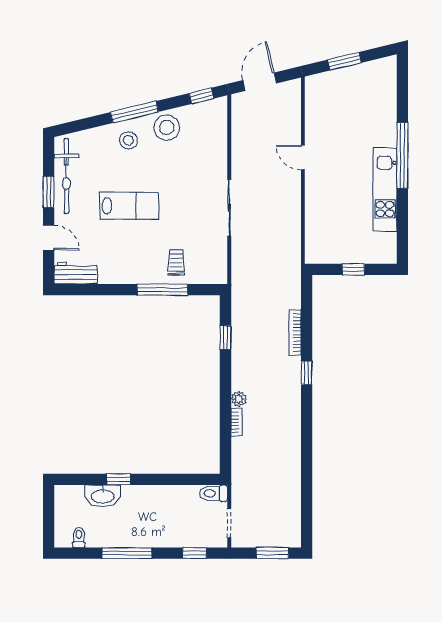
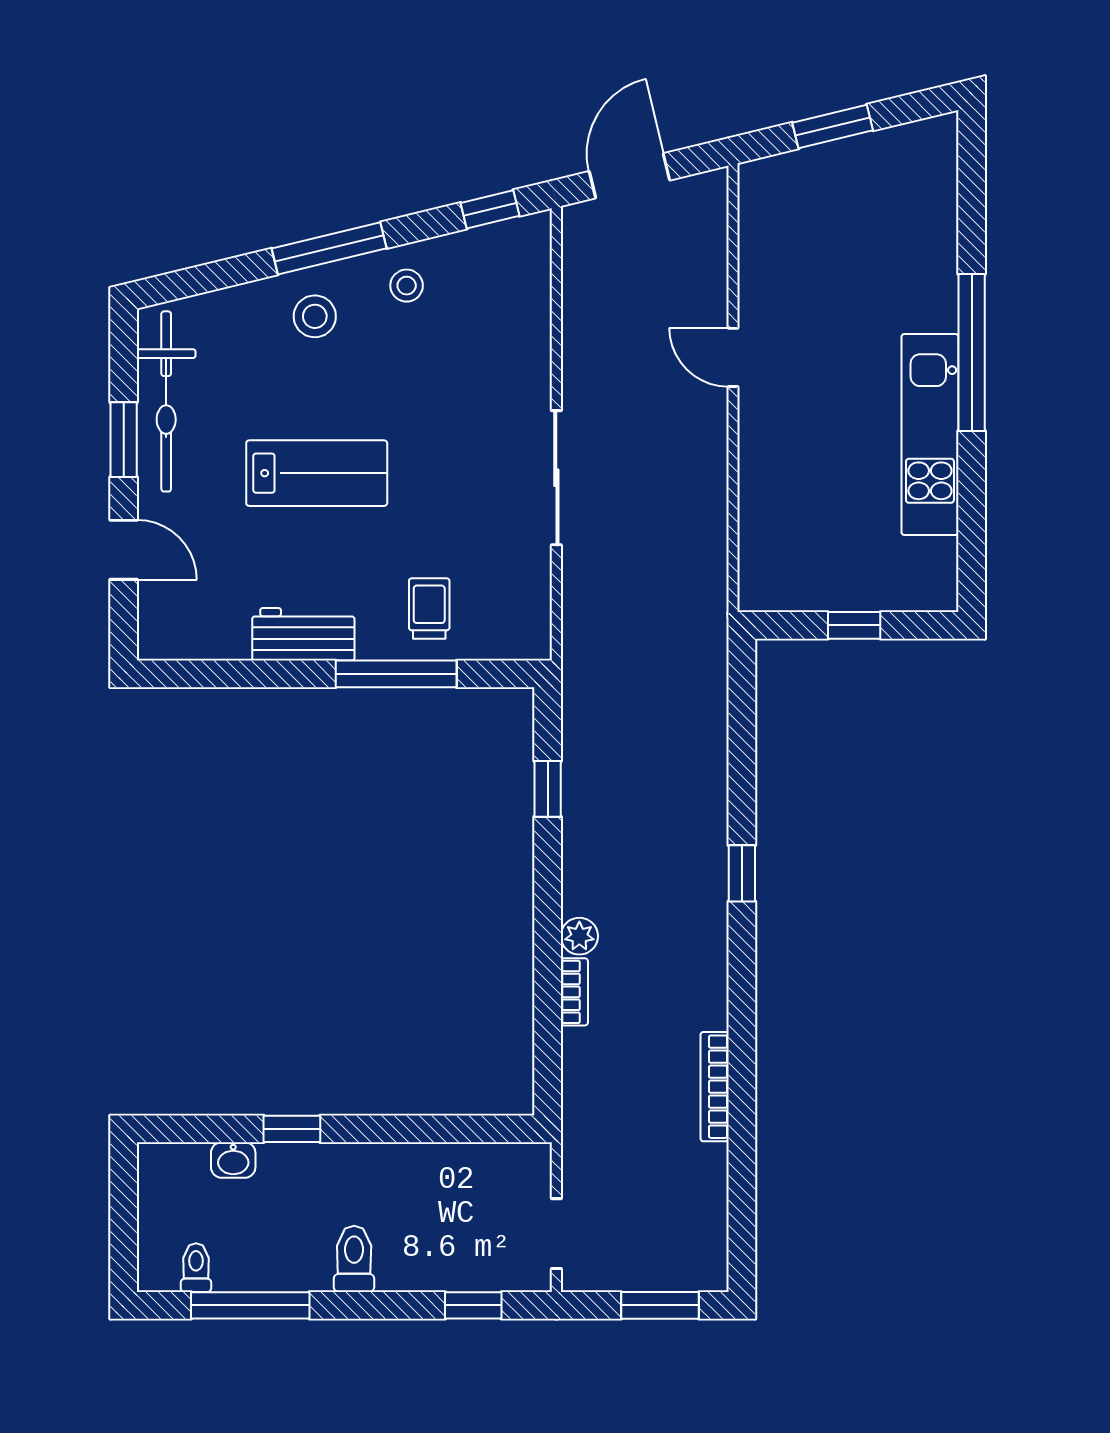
stool: (167, 128) -> (407, 286), width x0.53, depth x0.53
workbench: (75, 273) -> (303, 634), moved
bookcase: (295, 333) -> (715, 1087), moved
toilet: (213, 493) -> (354, 1259), moved, turned 90
washbasin: (103, 496) -> (233, 1160), width x0.52, depth x0.69
window: (127, 553) -> (250, 1305), moved

